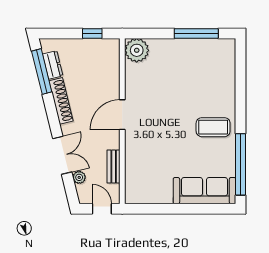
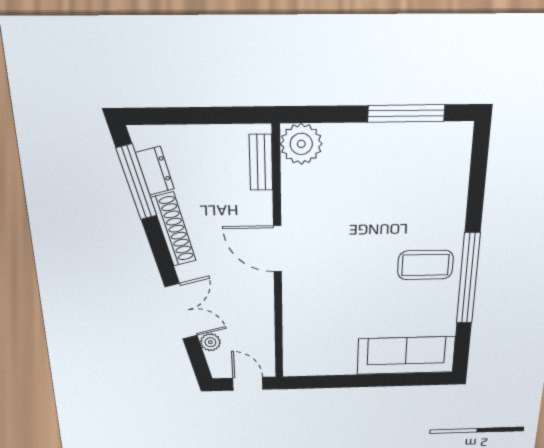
window: (92, 33) -> (222, 115), removed
door: (122, 115) -> (277, 249), hinge flipped
window: (241, 164) -> (468, 278), moved
bench: (114, 166) -> (261, 162), moved

